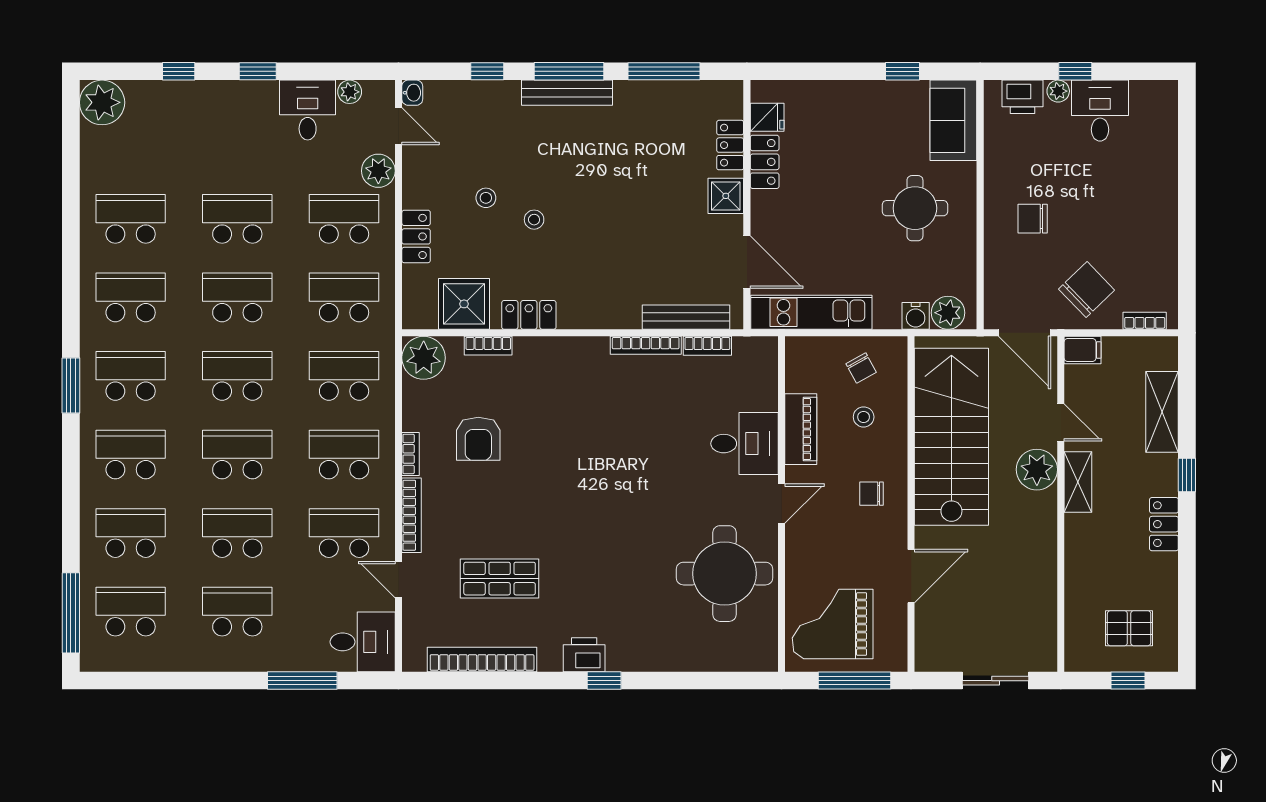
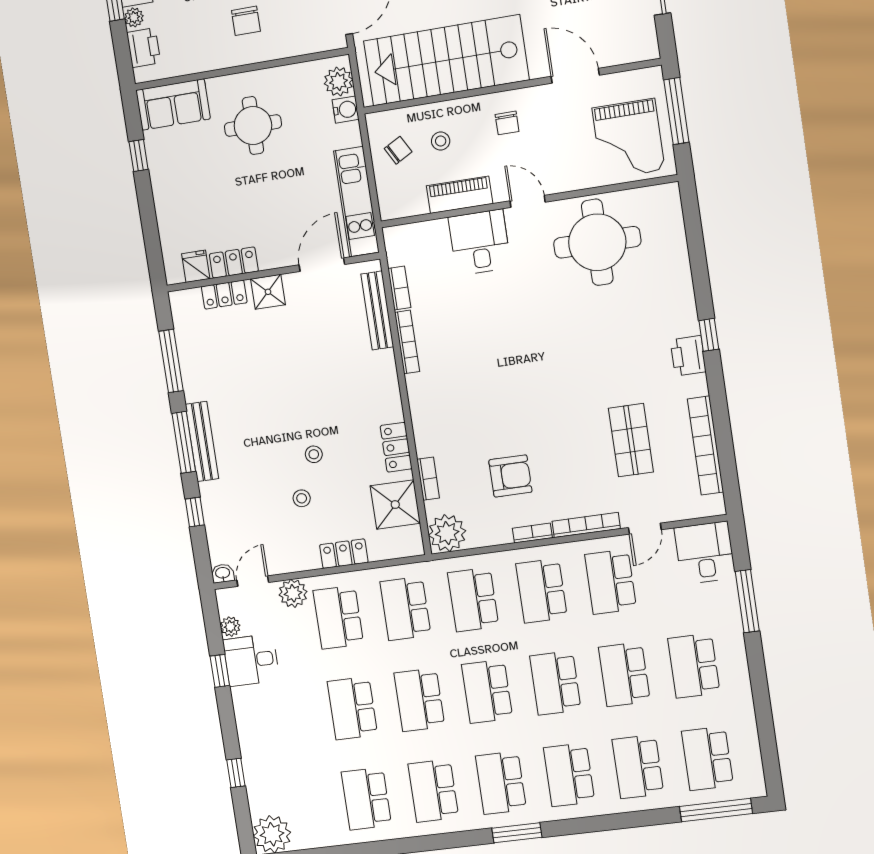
window: (258, 71) -> (220, 671), moved

